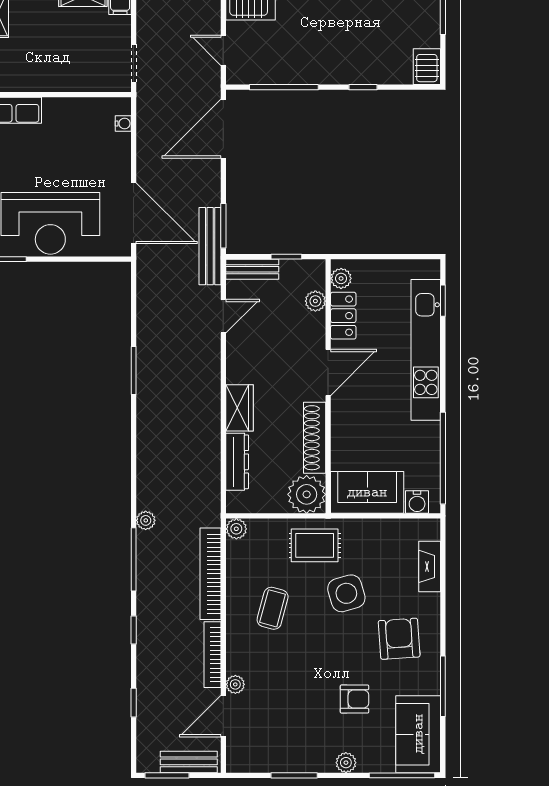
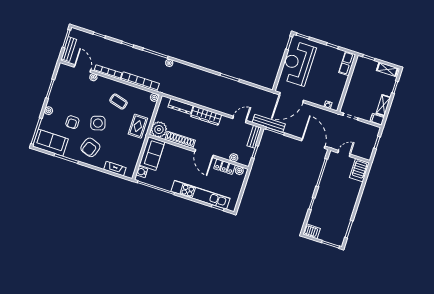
door: (223, 316) -> (240, 120), swing flipped
wardrobe: (240, 408) -> (206, 116), width x1.50
side table: (346, 593) -> (98, 123), moved
armchair: (399, 639) -> (90, 147), turned 114

